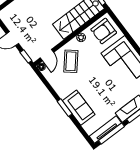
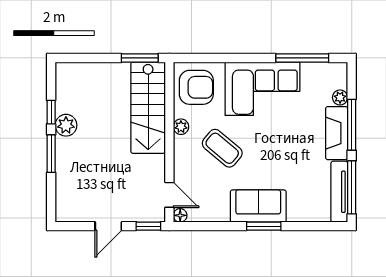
armchair: (104, 31) -> (196, 87), turned -90
coffee table: (71, 61) -> (222, 148), moved
sofa: (79, 108) -> (258, 206), moved

